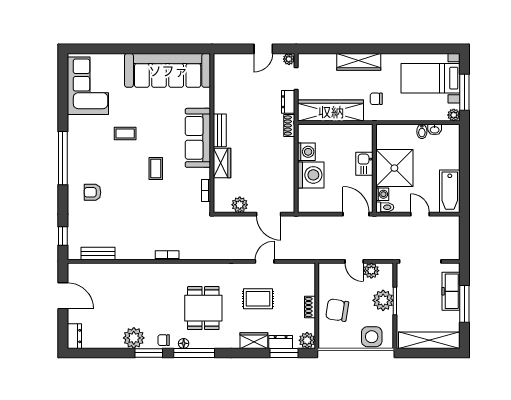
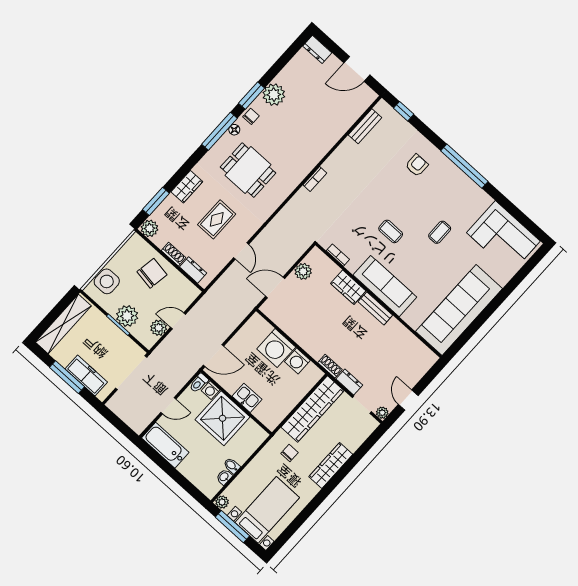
dresser: (281, 342) -> (193, 270), moved, turned -90

